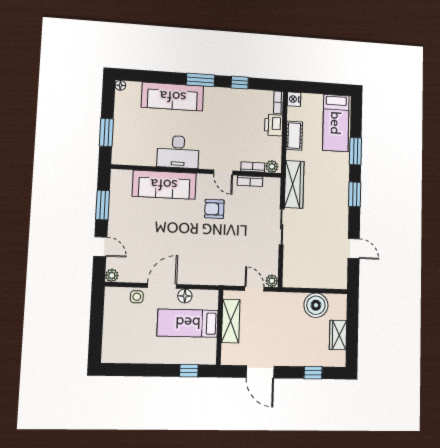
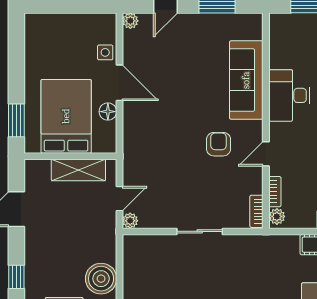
bookcase: (250, 181) -> (256, 211), moved
wardrobe: (294, 184) -> (255, 246), removed
bed: (188, 323) -> (66, 116), width x1.50
window: (189, 371) -> (16, 120), width x1.50

